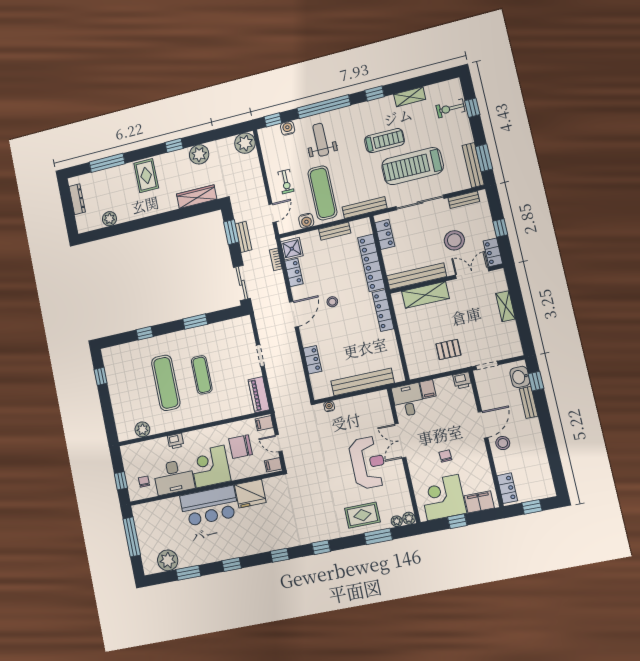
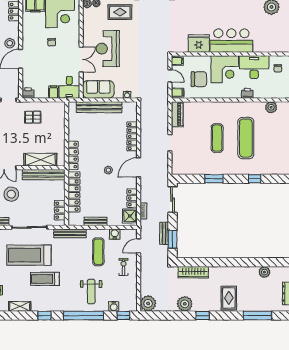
treadmill: (412, 166) -> (29, 255), turned 180
exercise mat: (322, 193) -> (98, 252), width x0.73, depth x0.69
locker: (312, 360) -> (132, 136), width x1.53
sofa: (369, 406) -> (98, 89), added

